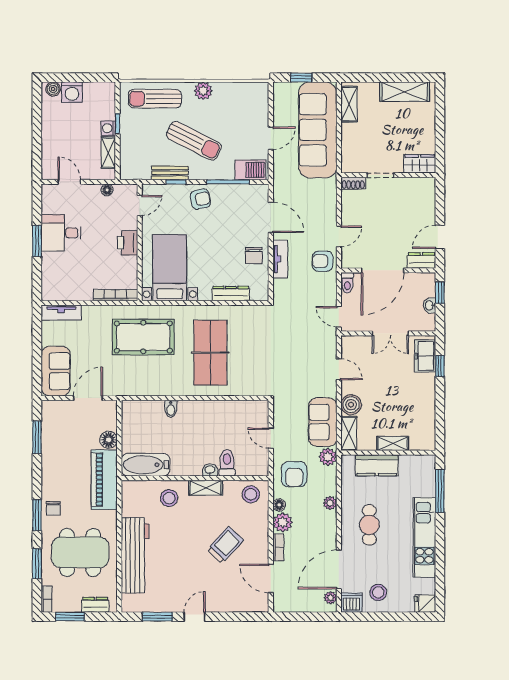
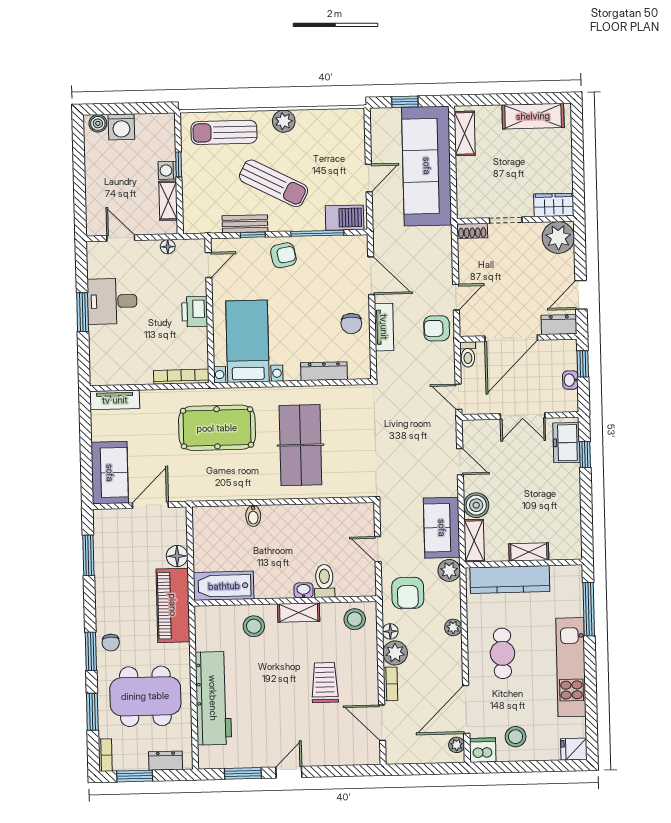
plant: (423, 190) -> (558, 237), added
kitchen counter: (377, 465) -> (510, 580), width x1.50
trolley: (225, 545) -> (325, 683), turned -43

